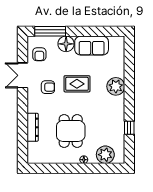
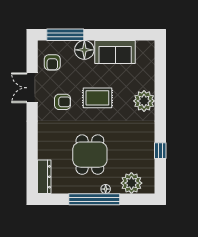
dresser: (33, 127) -> (44, 177), moved
window: (74, 168) -> (94, 199), added

